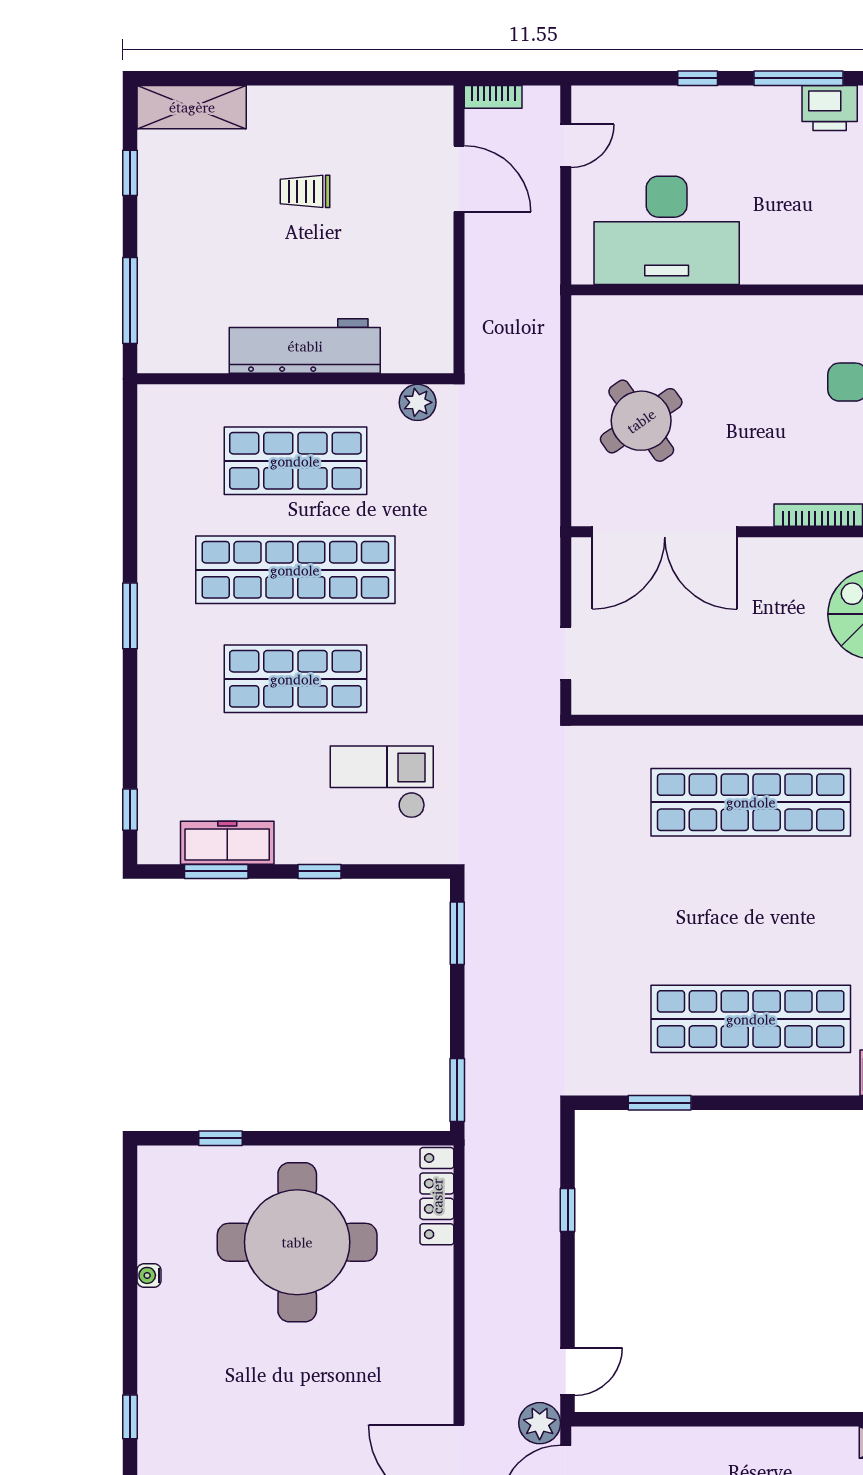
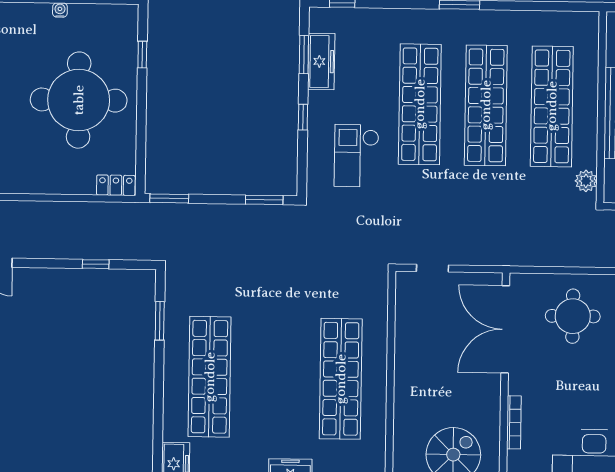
round table: (641, 421) -> (573, 316), turned 35
shop shelf: (295, 461) -> (552, 106), width x1.40
shop shelf: (295, 679) -> (420, 104), width x1.40
checkout: (382, 782) -> (356, 156), turned 180
locker: (437, 1196) -> (116, 185), width x0.66

